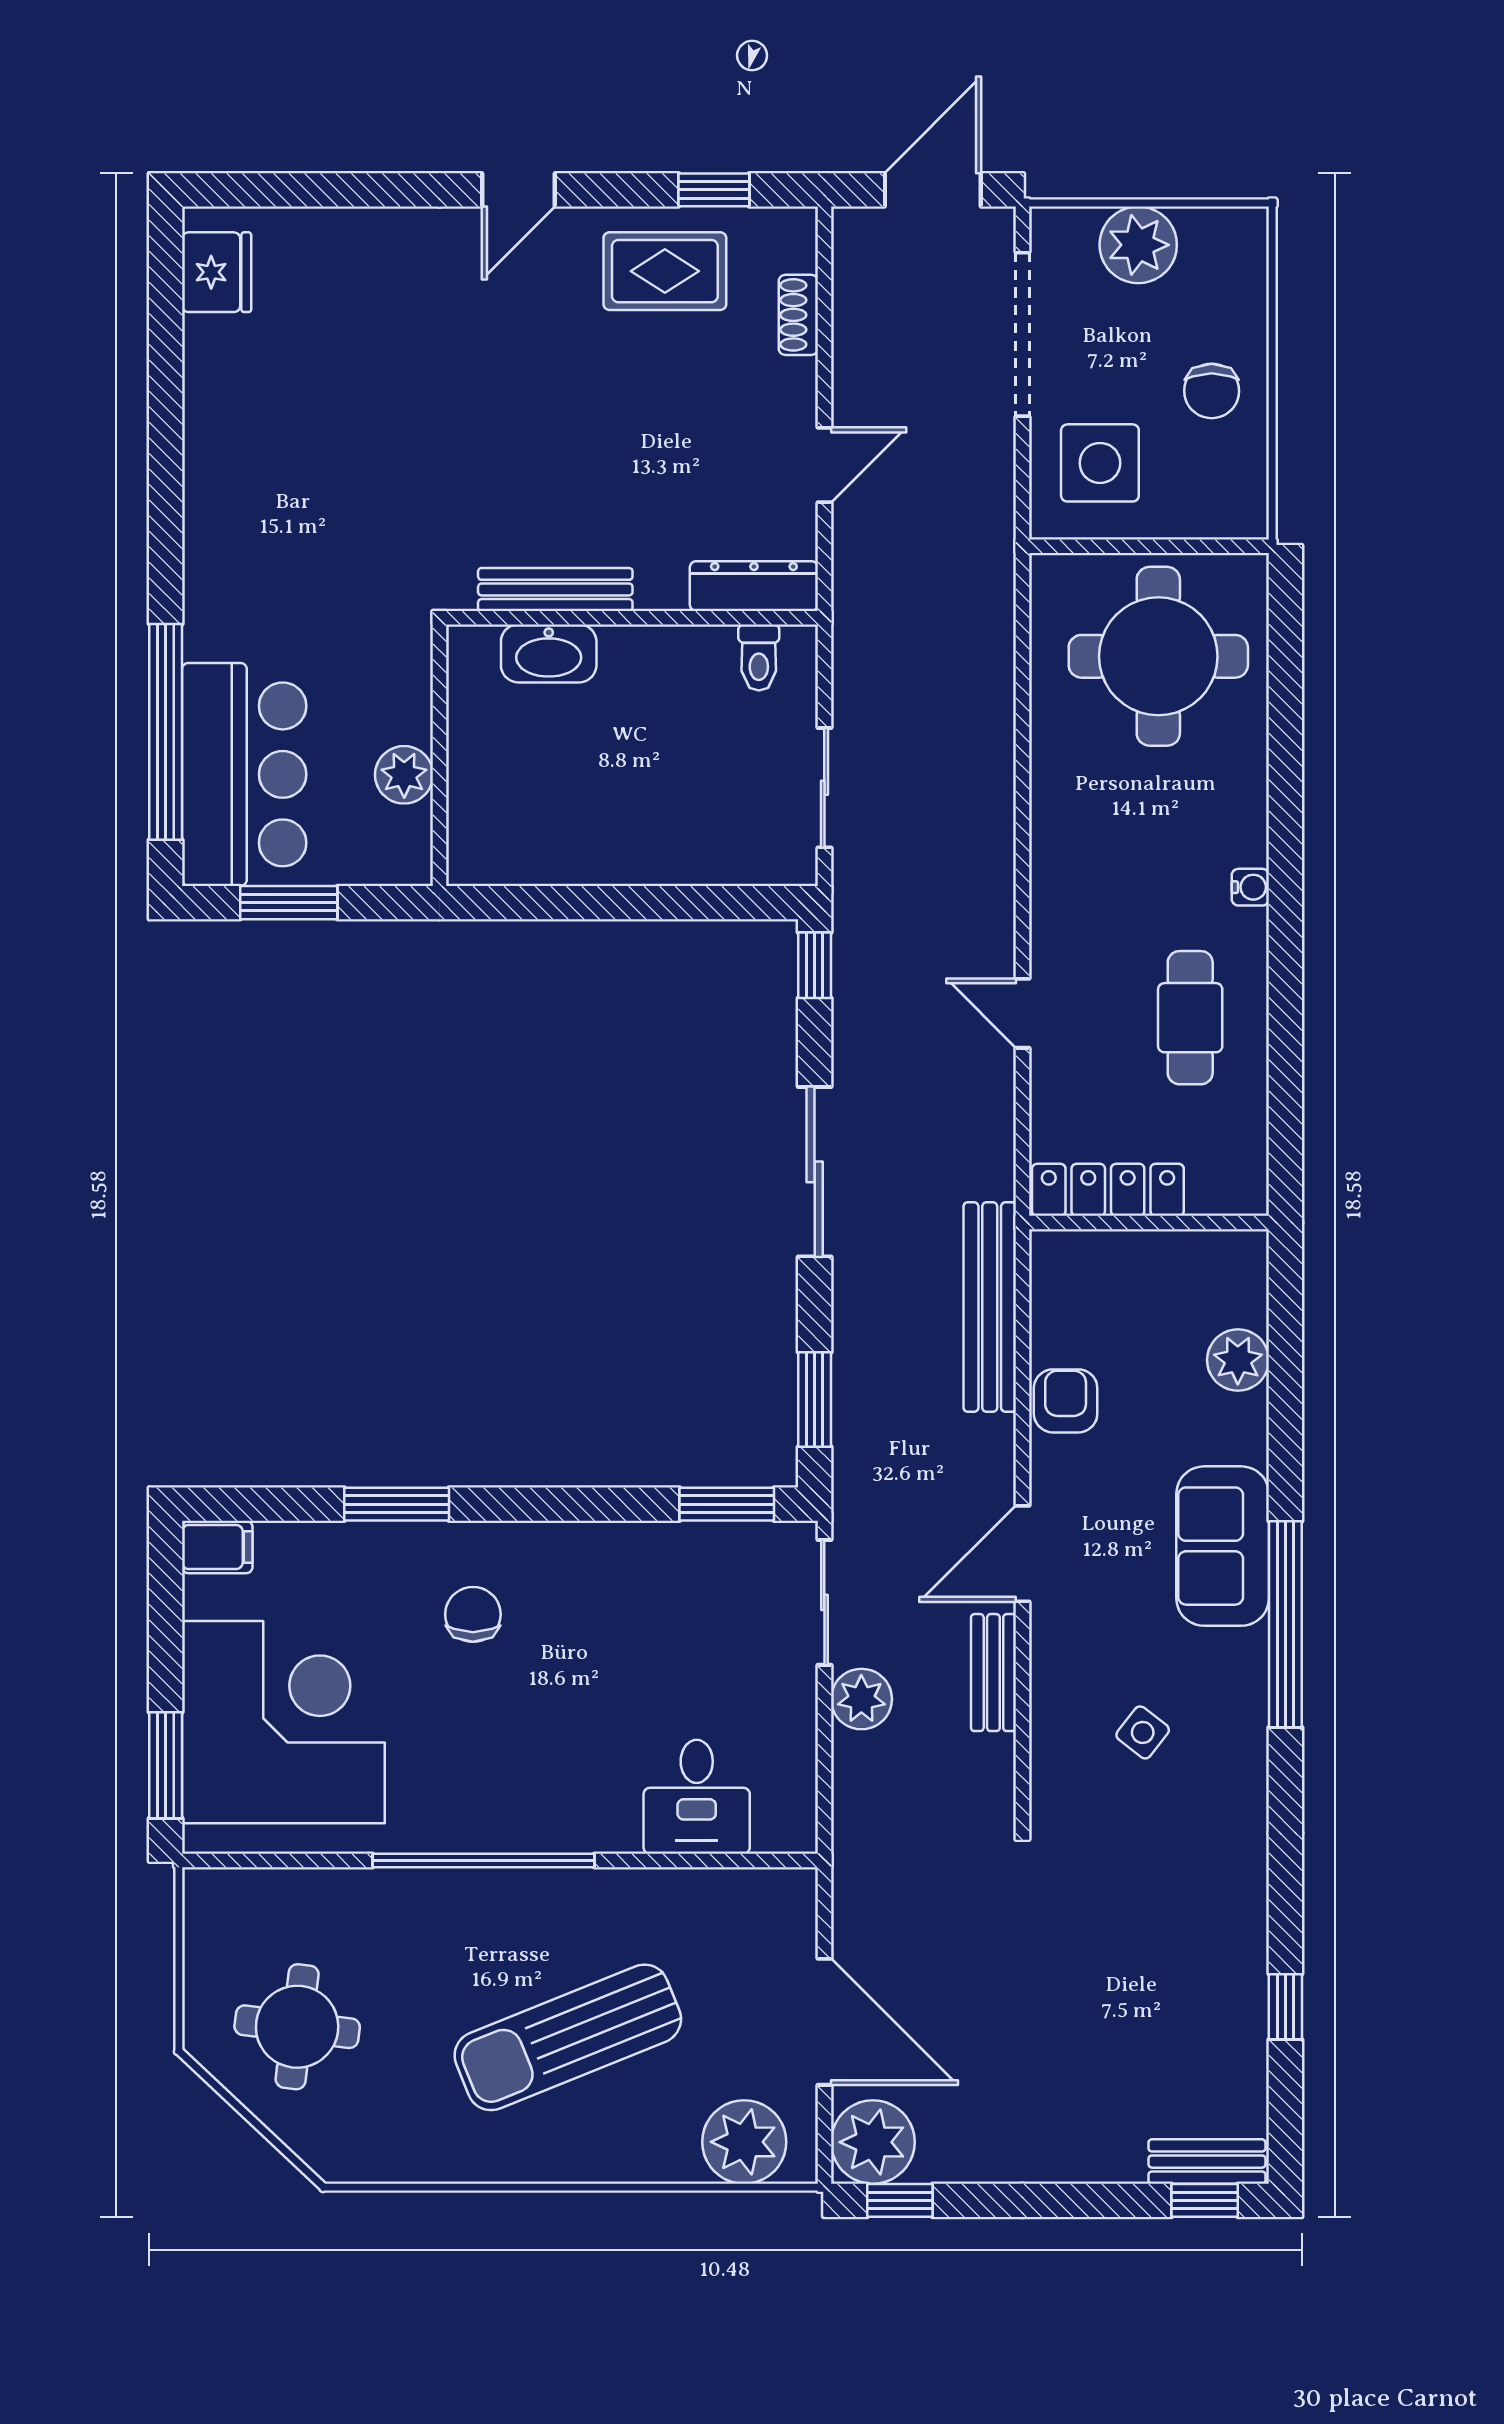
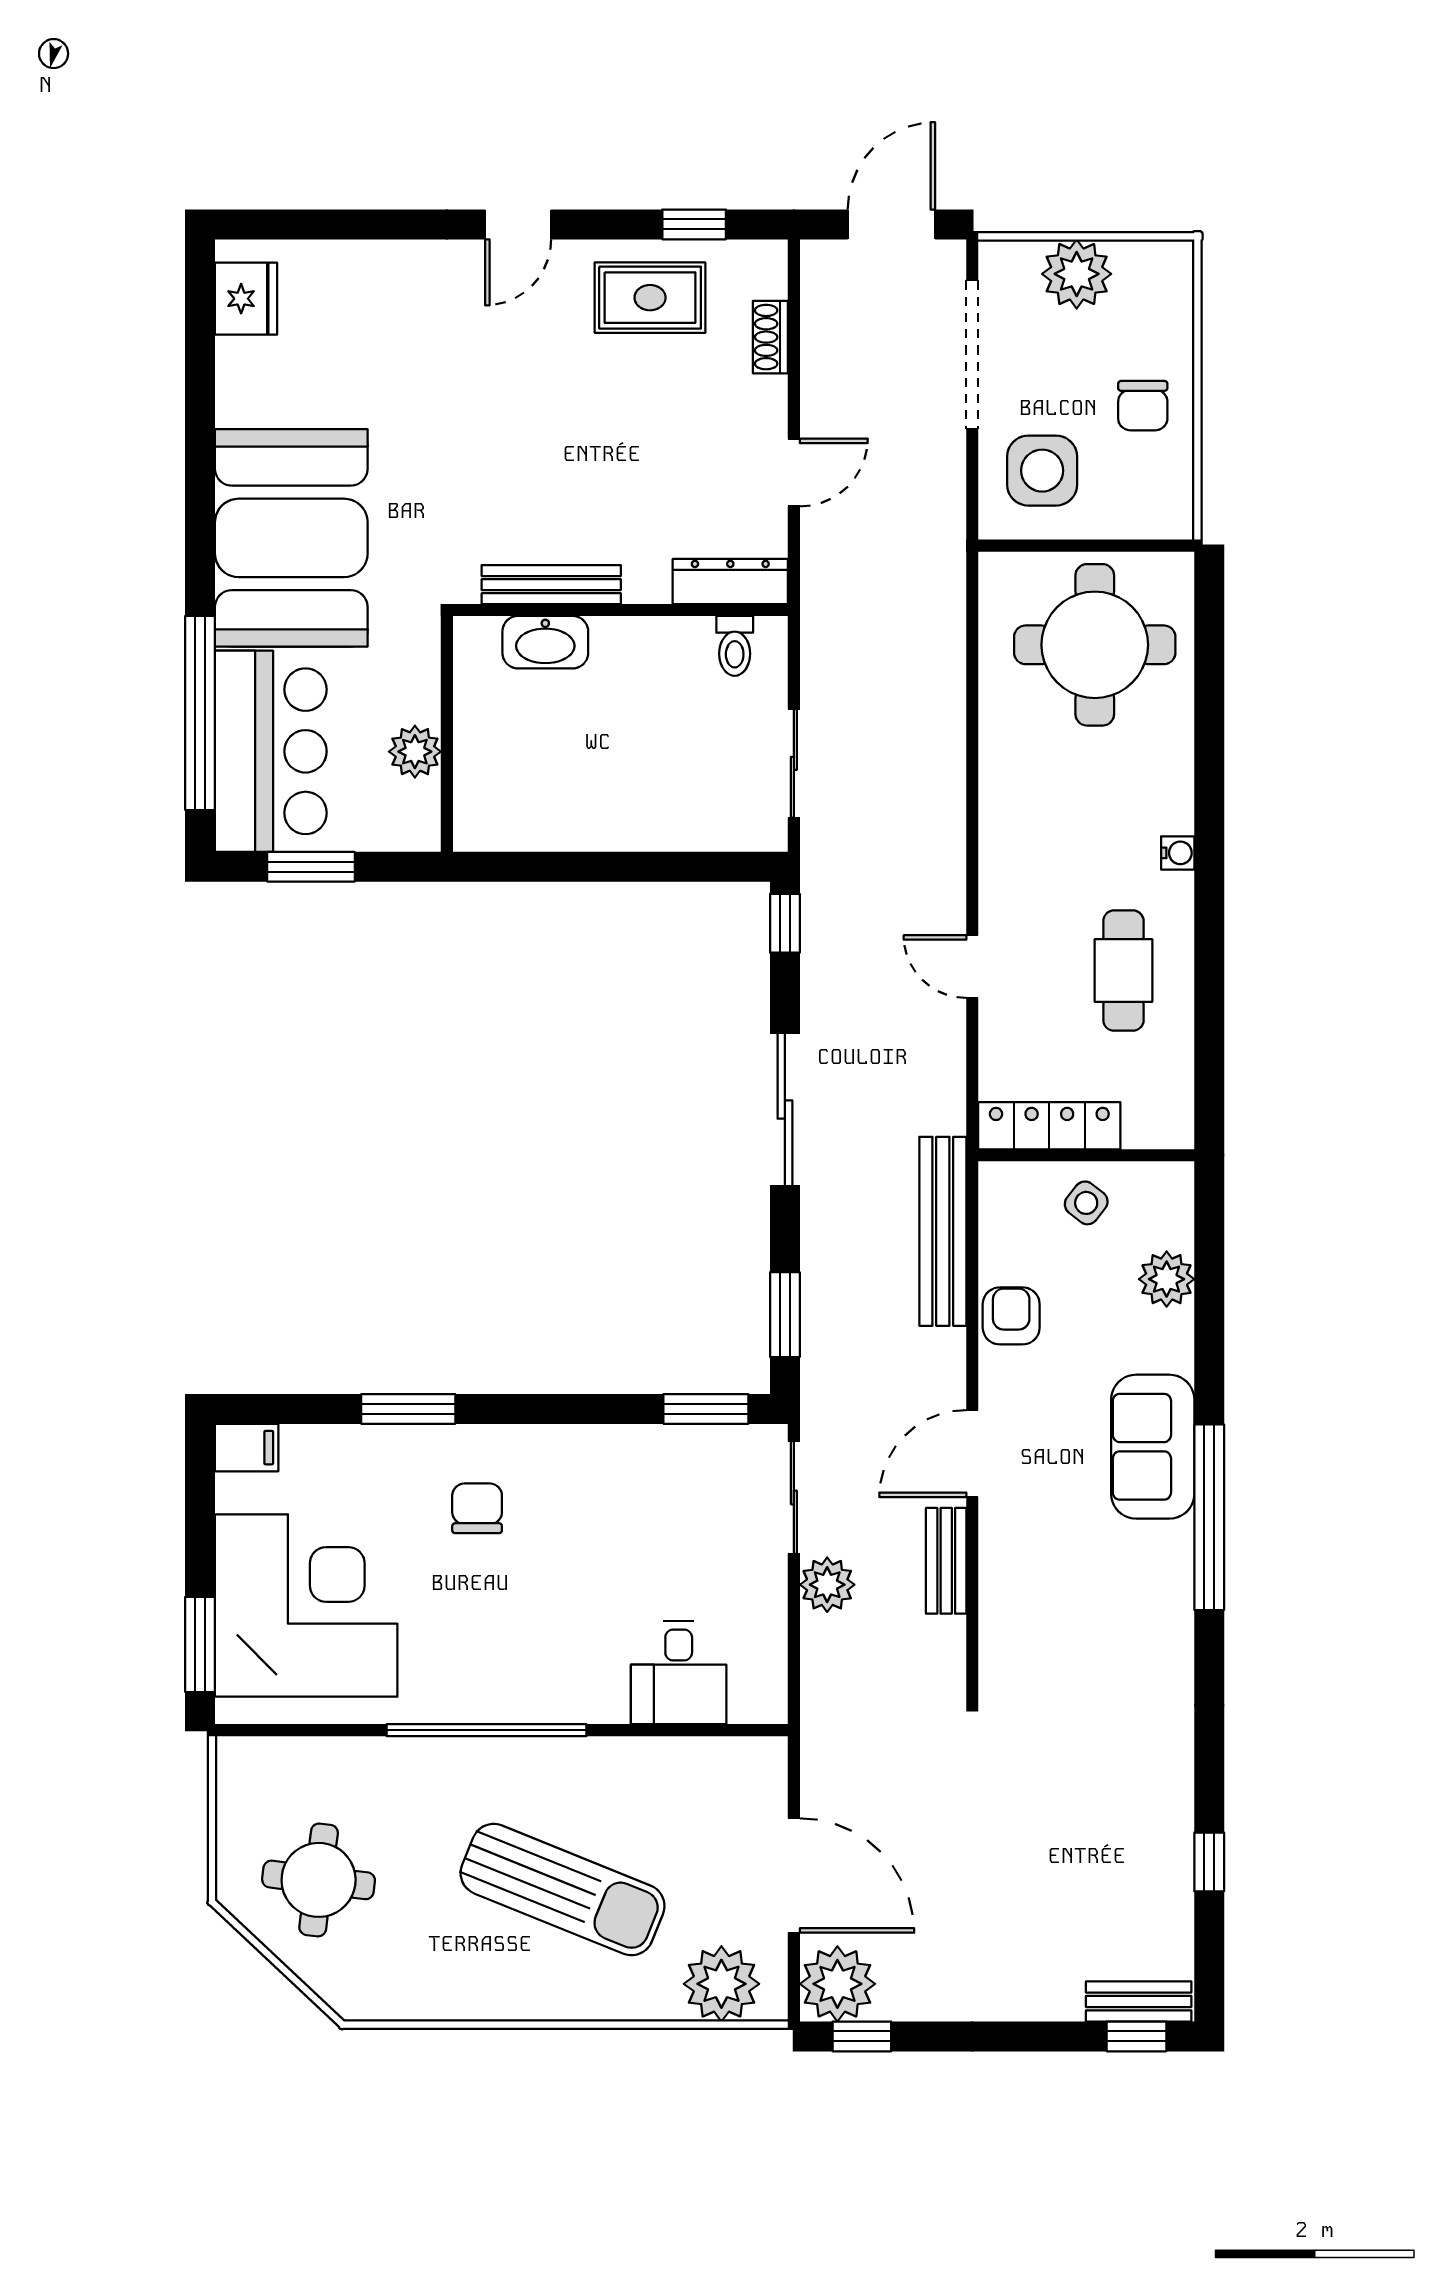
booth: (267, 538) -> (291, 538), added
side table: (1143, 1732) -> (1086, 1203), moved
sun lounger: (568, 2037) -> (563, 1890), turned -136

